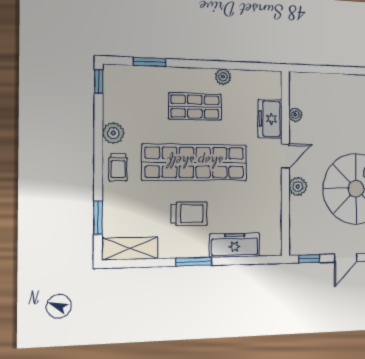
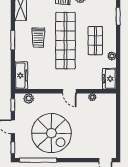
freezer: (270, 119) -> (109, 79), moved, turned -90
plant: (298, 187) -> (29, 98), moved
freezer: (235, 245) -> (21, 75), moved

